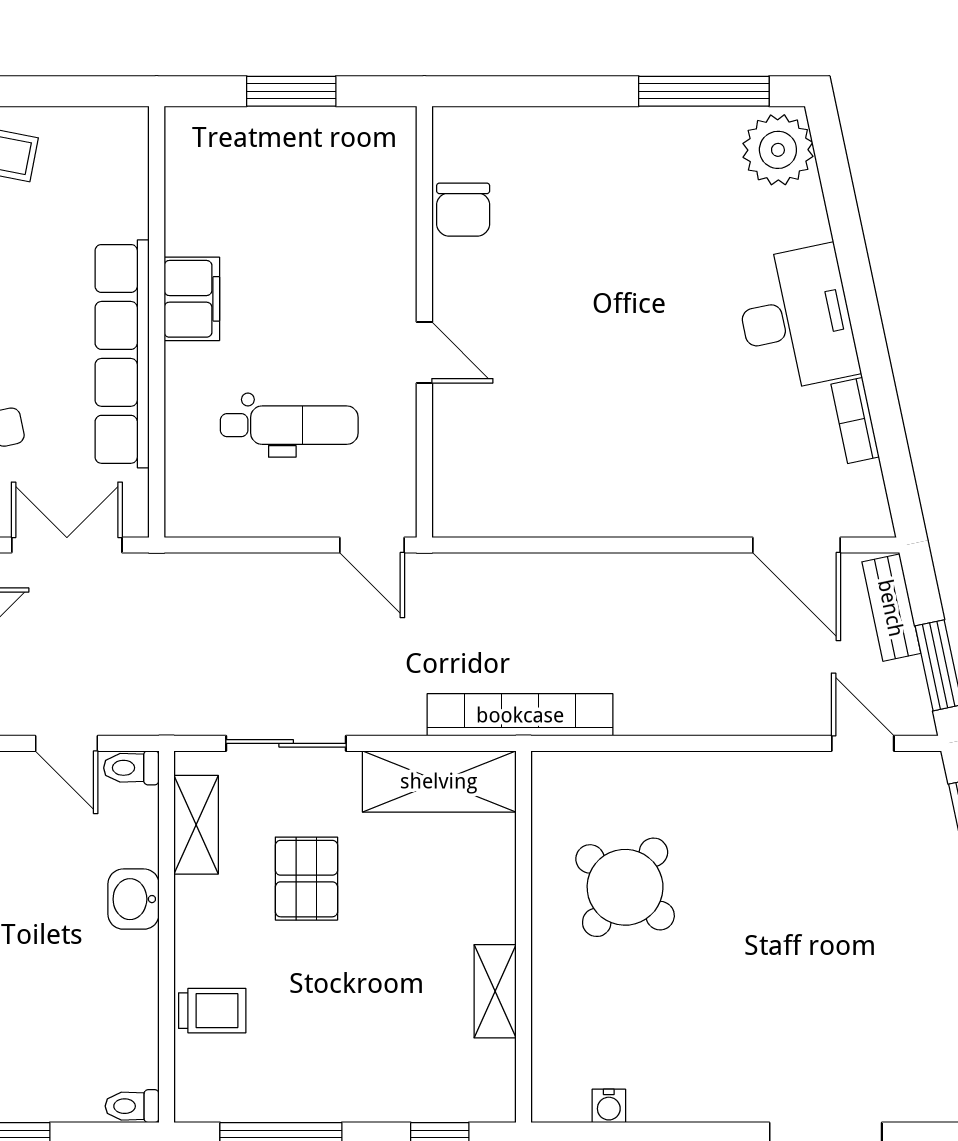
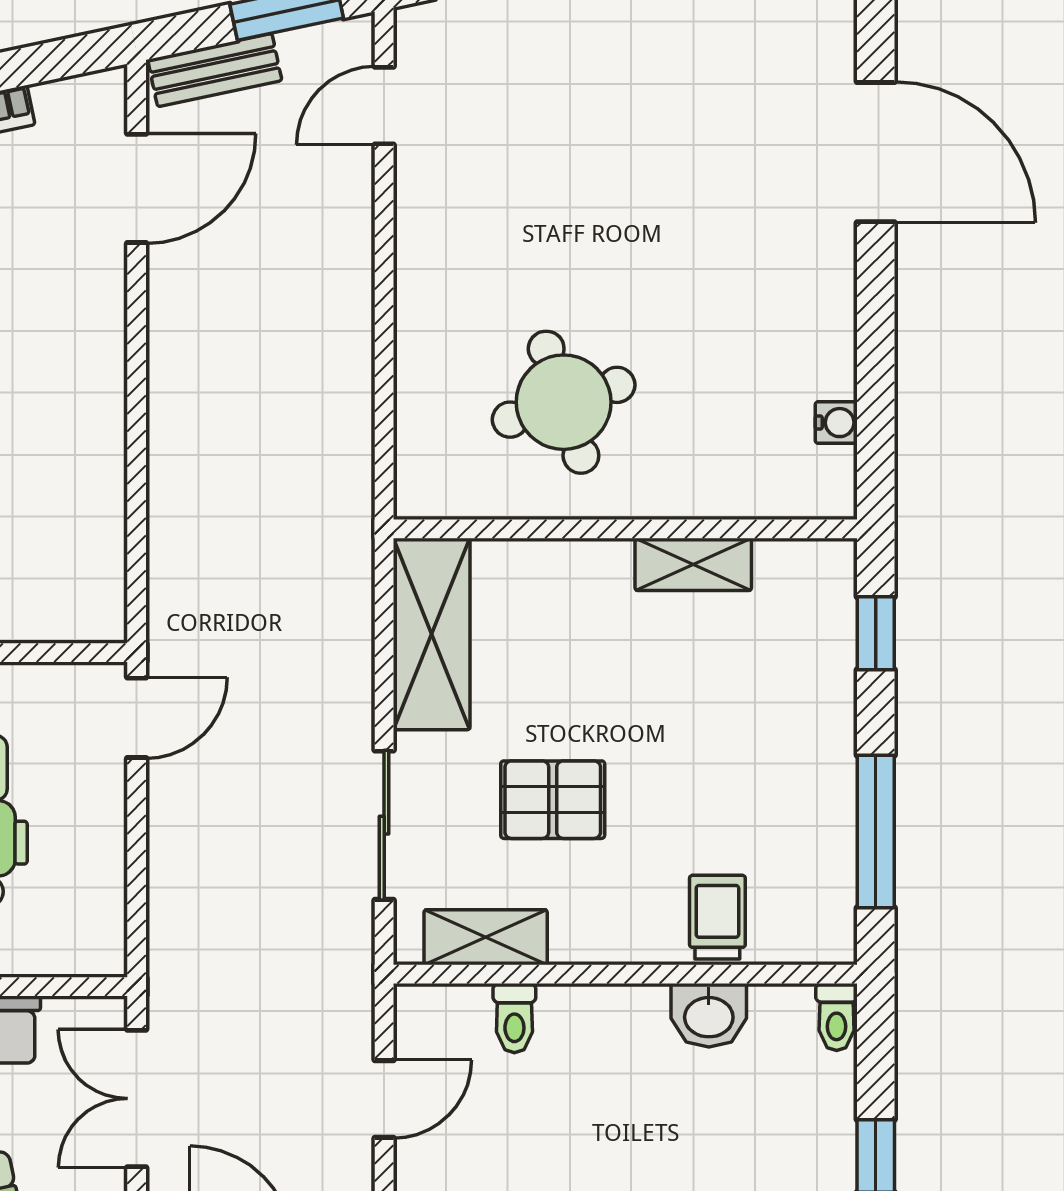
bookcase: (520, 715) -> (348, 533), removed
toilet: (131, 768) -> (514, 1018), moved
round table: (625, 887) -> (564, 402), turned 33
washbasin: (134, 899) -> (709, 1015), moved

